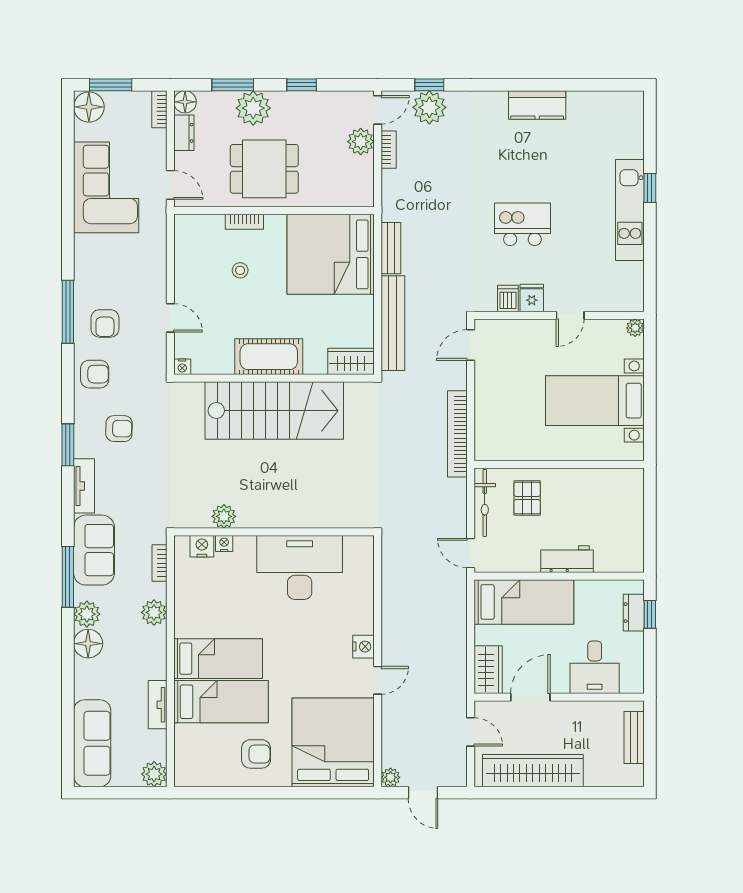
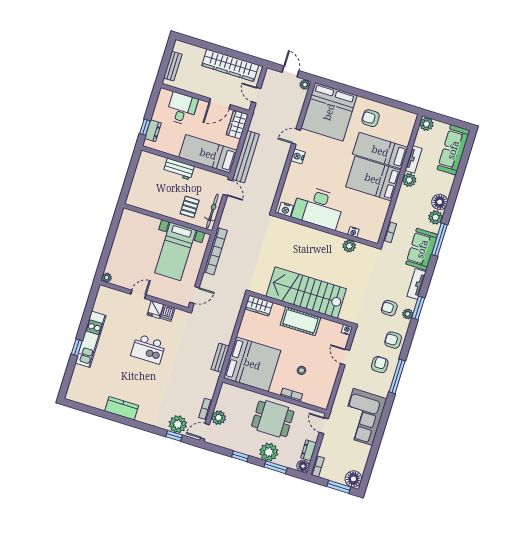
corner sofa: (106, 187) -> (363, 417), moved
bench: (393, 323) -> (246, 157), moved
bed with nightstands: (595, 401) -> (175, 251), moved, turned 90
plant: (83, 428) -> (408, 314), added
nightstand: (202, 546) -> (286, 209), moved
plant: (154, 612) -> (409, 180), moved
bed: (218, 659) -> (373, 179), width x1.50

